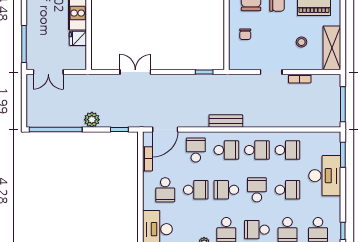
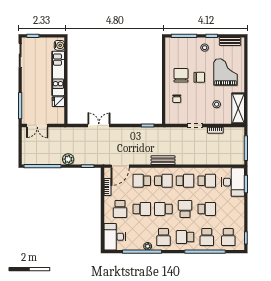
school desk: (196, 150) -> (142, 181), turned -90
desk: (325, 176) -> (233, 182), moved

